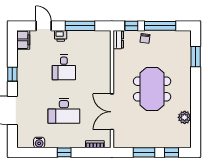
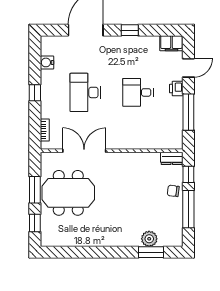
meeting table: (152, 89) -> (68, 193), moved
plant: (185, 117) -> (149, 239), moved

